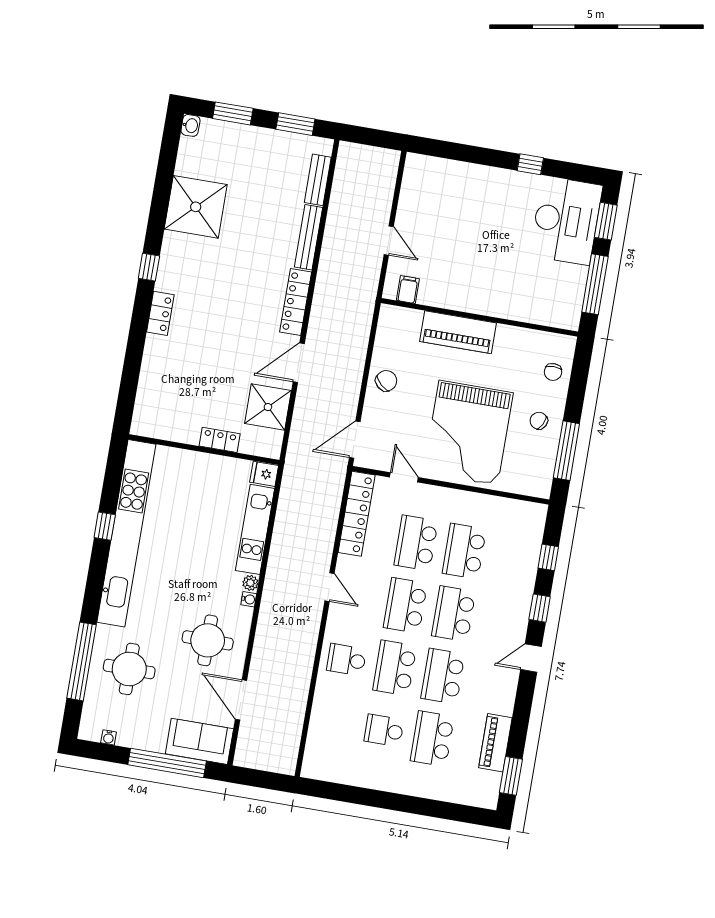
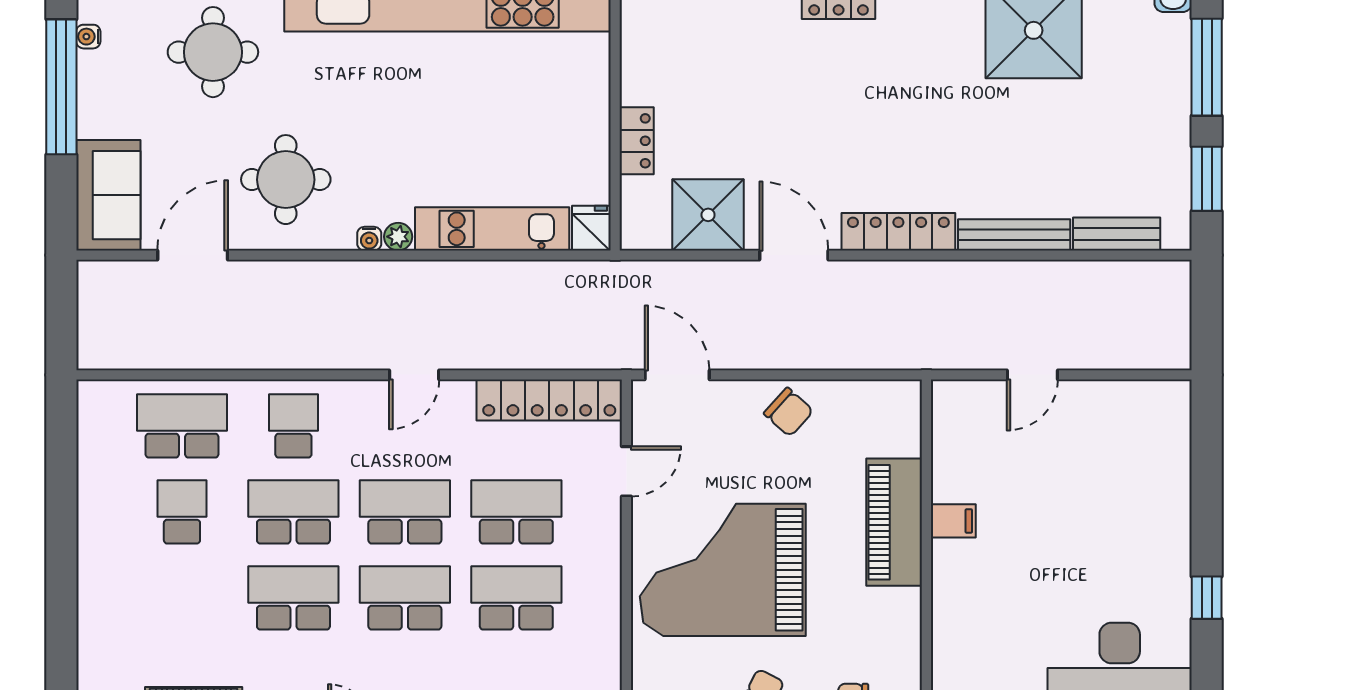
window: (233, 113) -> (1207, 67), width x1.44
filing cabinet: (408, 290) -> (953, 521), moved
school desk: (432, 739) -> (182, 426), moved
window: (167, 763) -> (61, 87), moved

